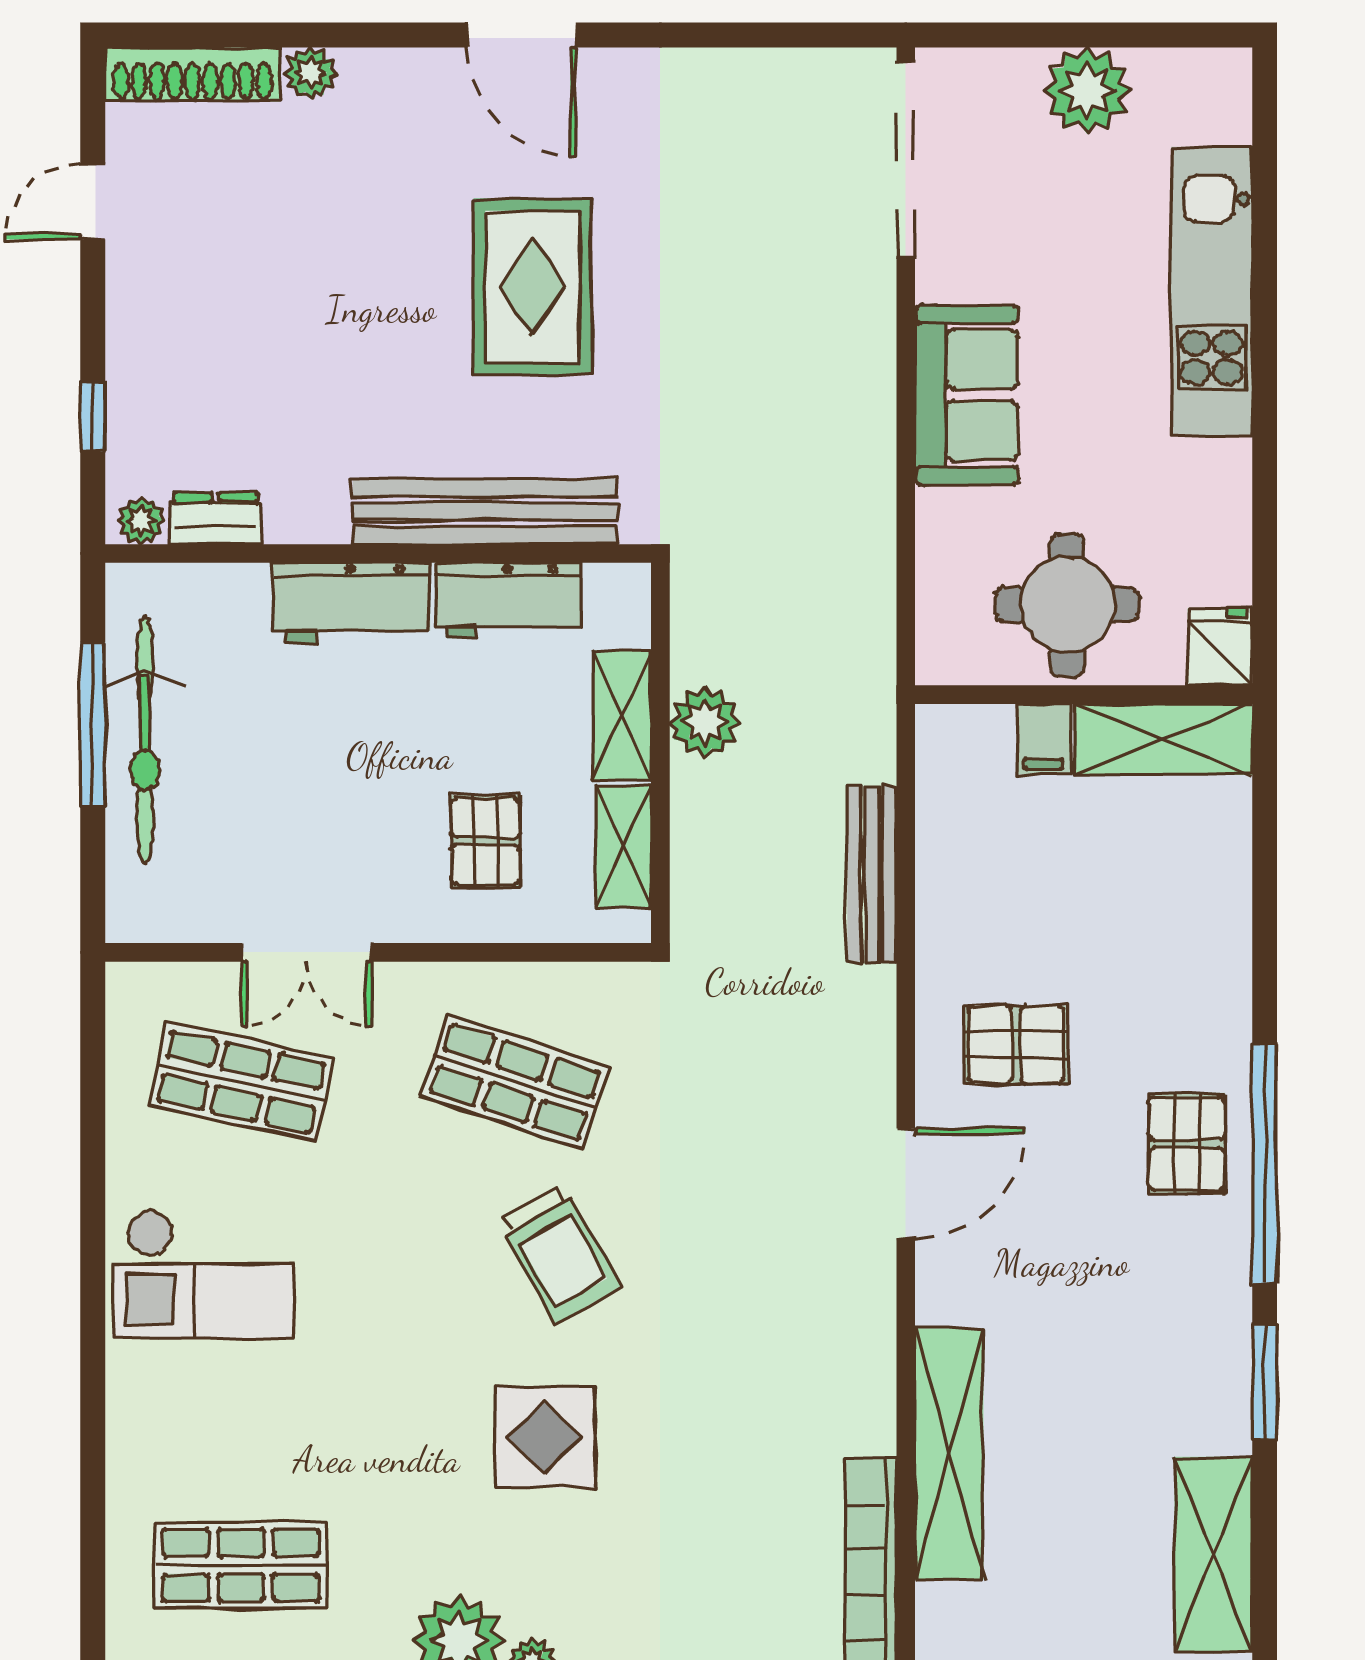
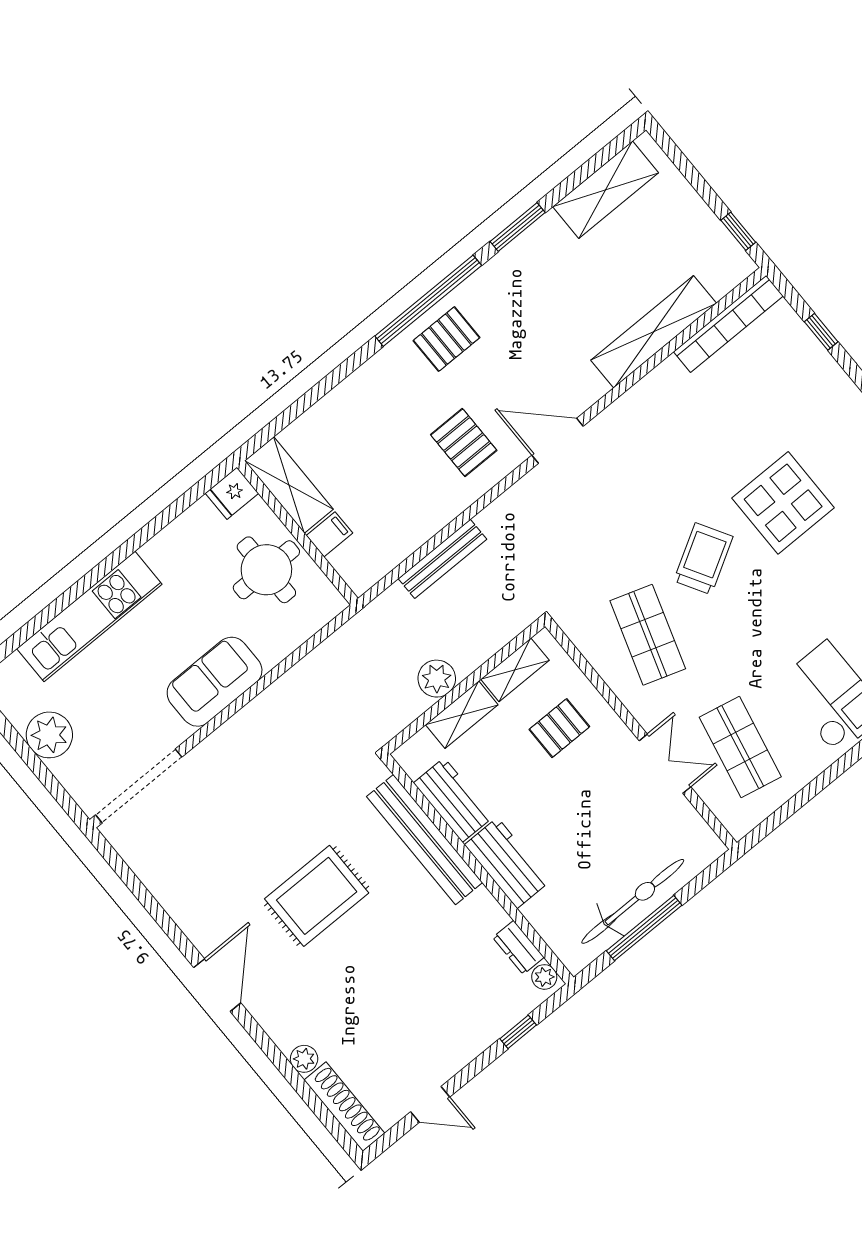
display table: (545, 1437) -> (783, 503), width x1.36, depth x1.36

